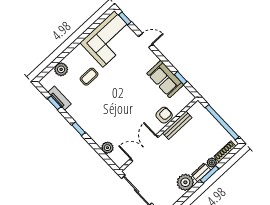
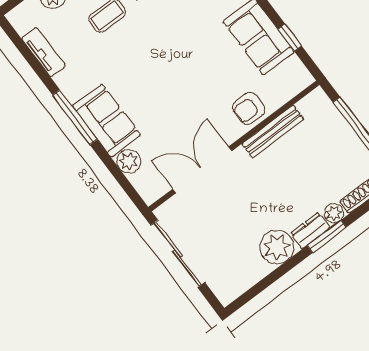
window: (54, 103) -> (32, 60), removed
armchair: (164, 115) -> (249, 108), turned 180
window: (79, 129) -> (75, 117), width x2.17
sofa: (94, 129) -> (106, 120), added

